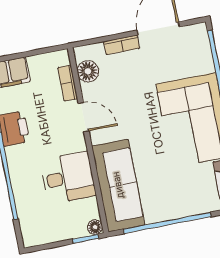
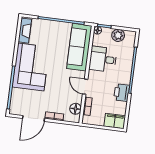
plant: (55, 230) -> (118, 35), added

